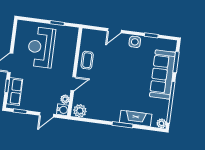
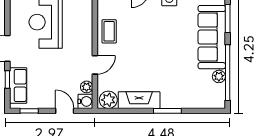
door: (46, 115) -> (65, 111), swing flipped
fireplace: (136, 118) -> (139, 100), moved
plant: (161, 123) -> (219, 76), moved

